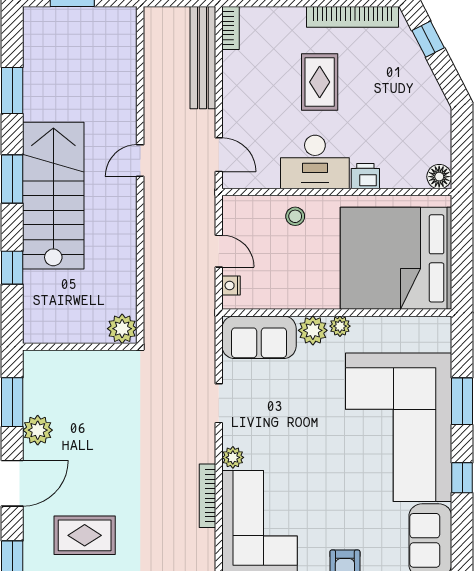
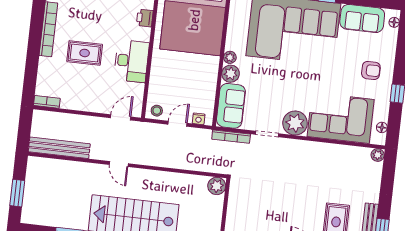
bench: (203, 58) -> (59, 148), moved
printer: (365, 176) -> (145, 18), moved
stool: (295, 216) -> (157, 111), moved
plant: (233, 457) -> (295, 123), width x1.88, depth x1.88
bookcase: (207, 496) -> (231, 137), moved

